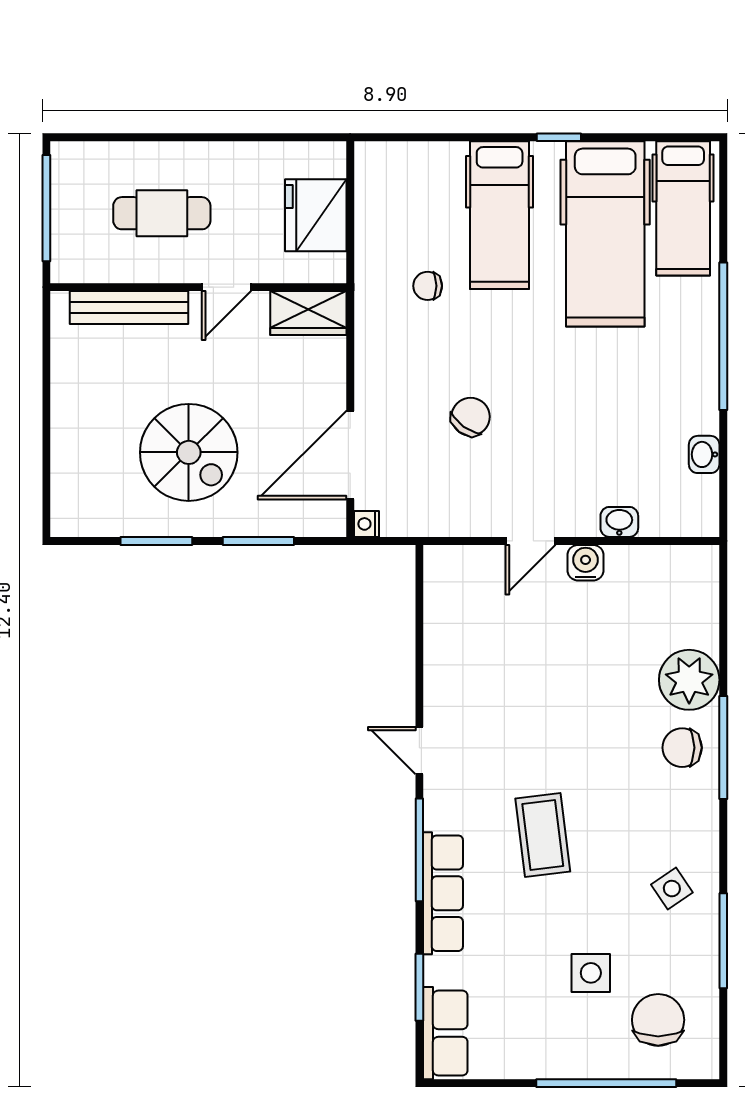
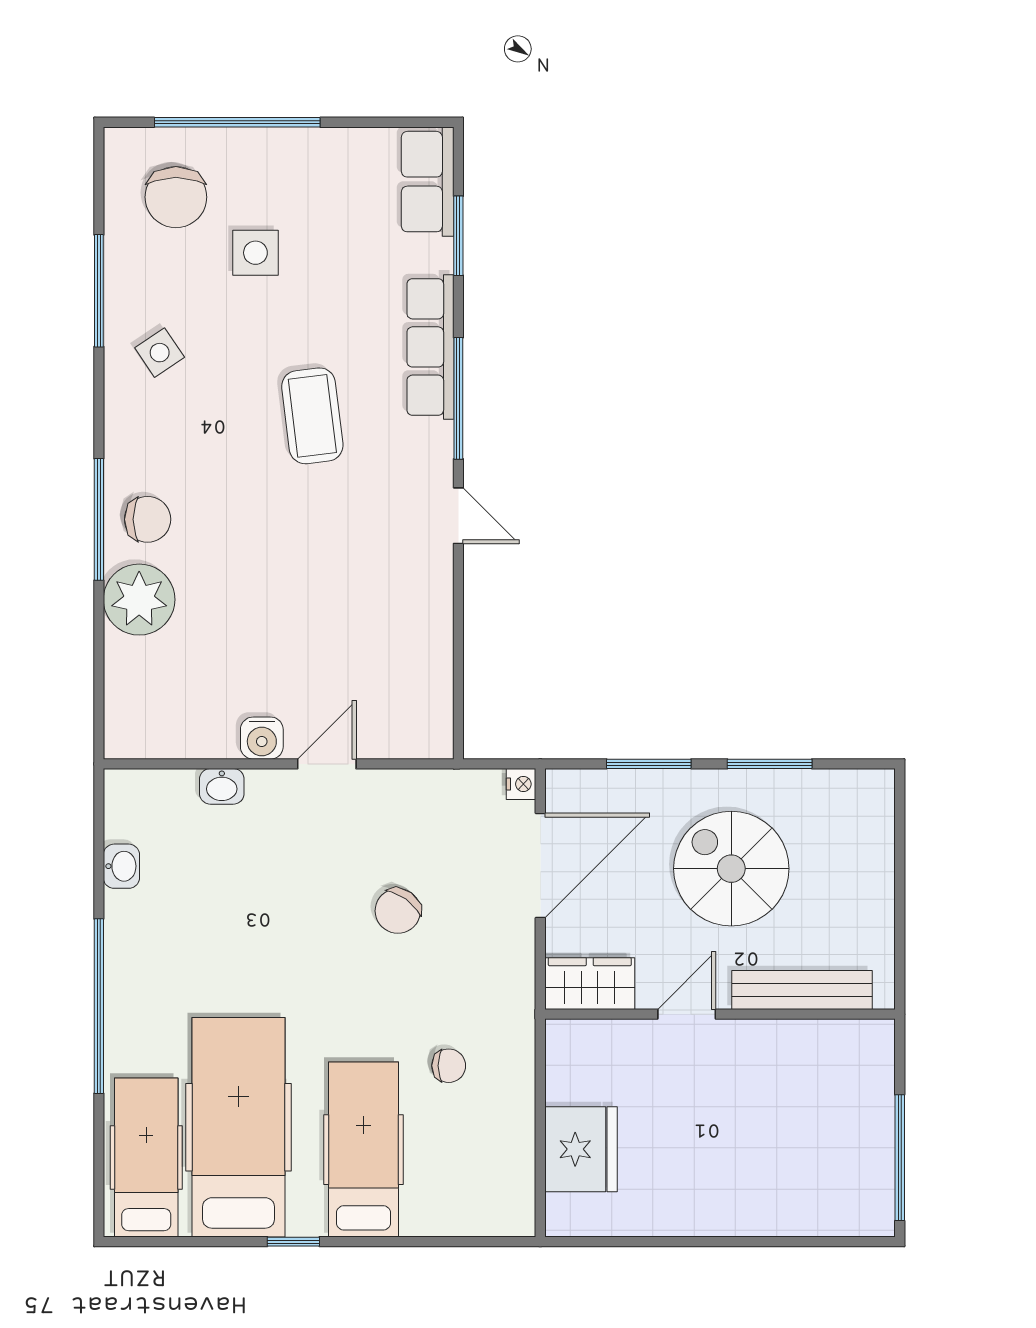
cafe table: (162, 213) -> (763, 1152), removed
wall: (198, 287) -> (720, 1014), moved
door: (226, 287) -> (687, 1014), moved
bench: (129, 308) -> (802, 990), moved
wardrobe: (308, 313) -> (590, 984), moved

